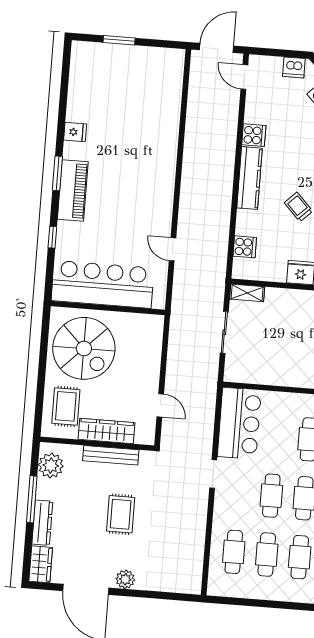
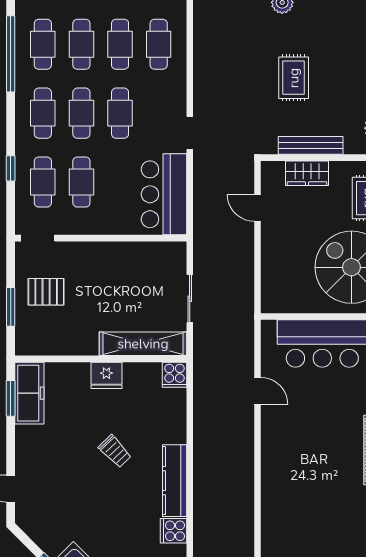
cooker: (245, 247) -> (174, 375), moved, turned -90
shelving: (247, 293) -> (143, 344), width x2.20, depth x1.33
wardrobe: (106, 431) -> (307, 173), width x0.67

